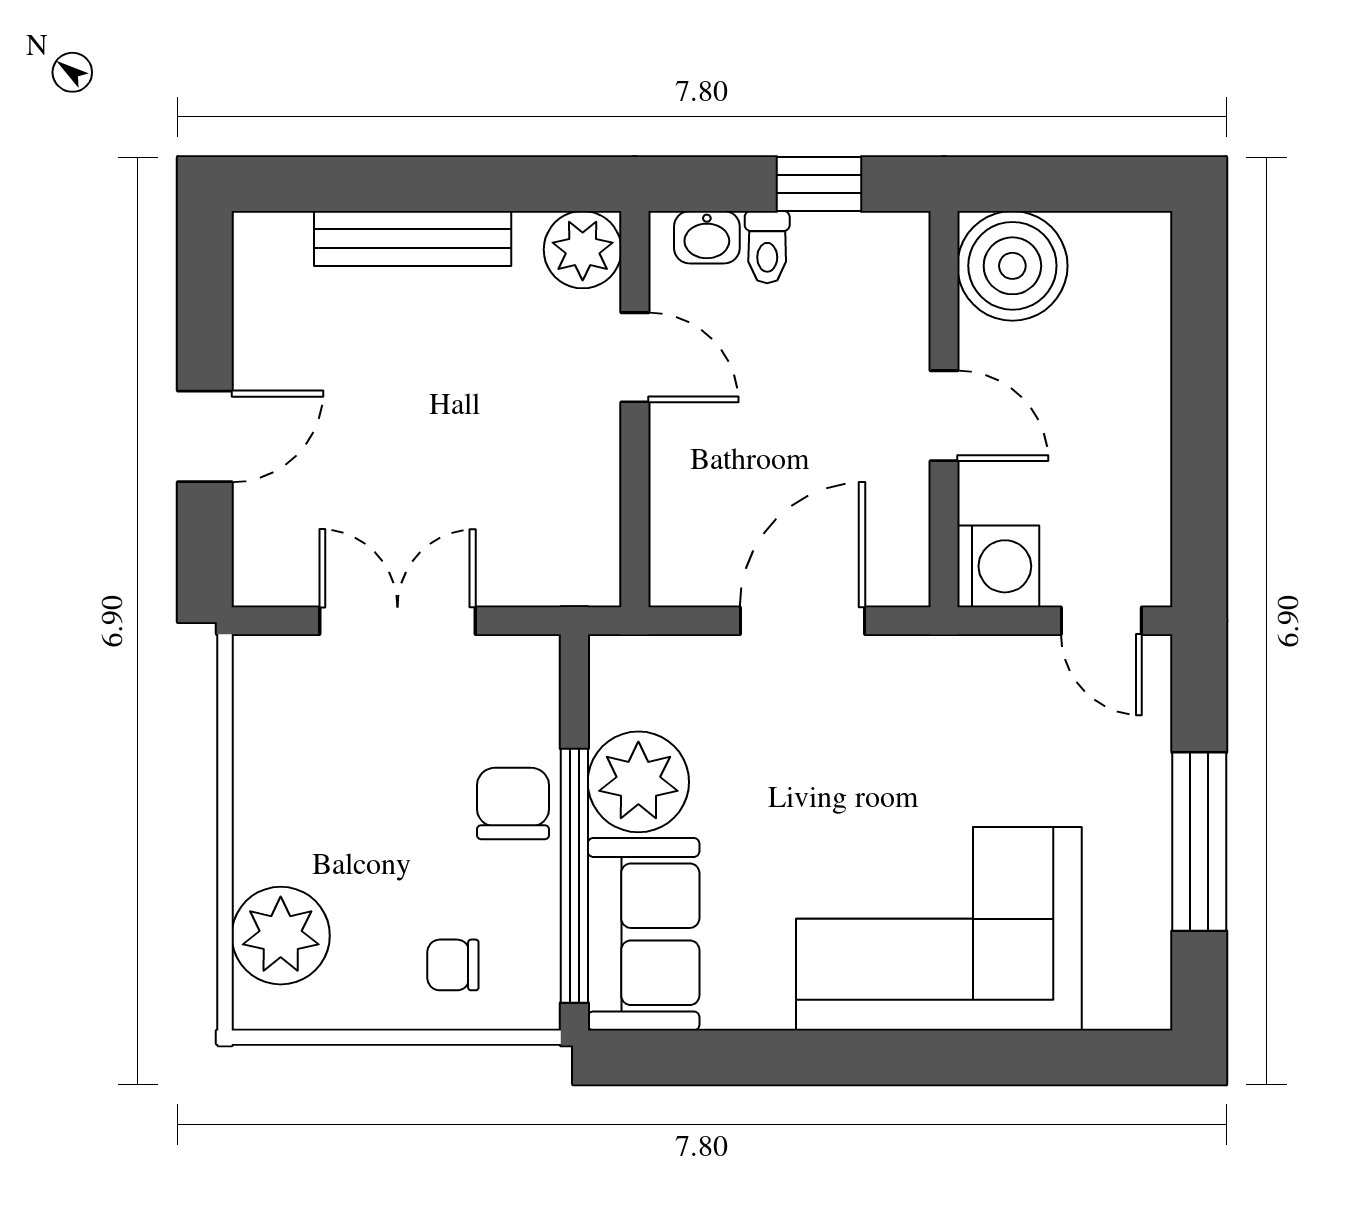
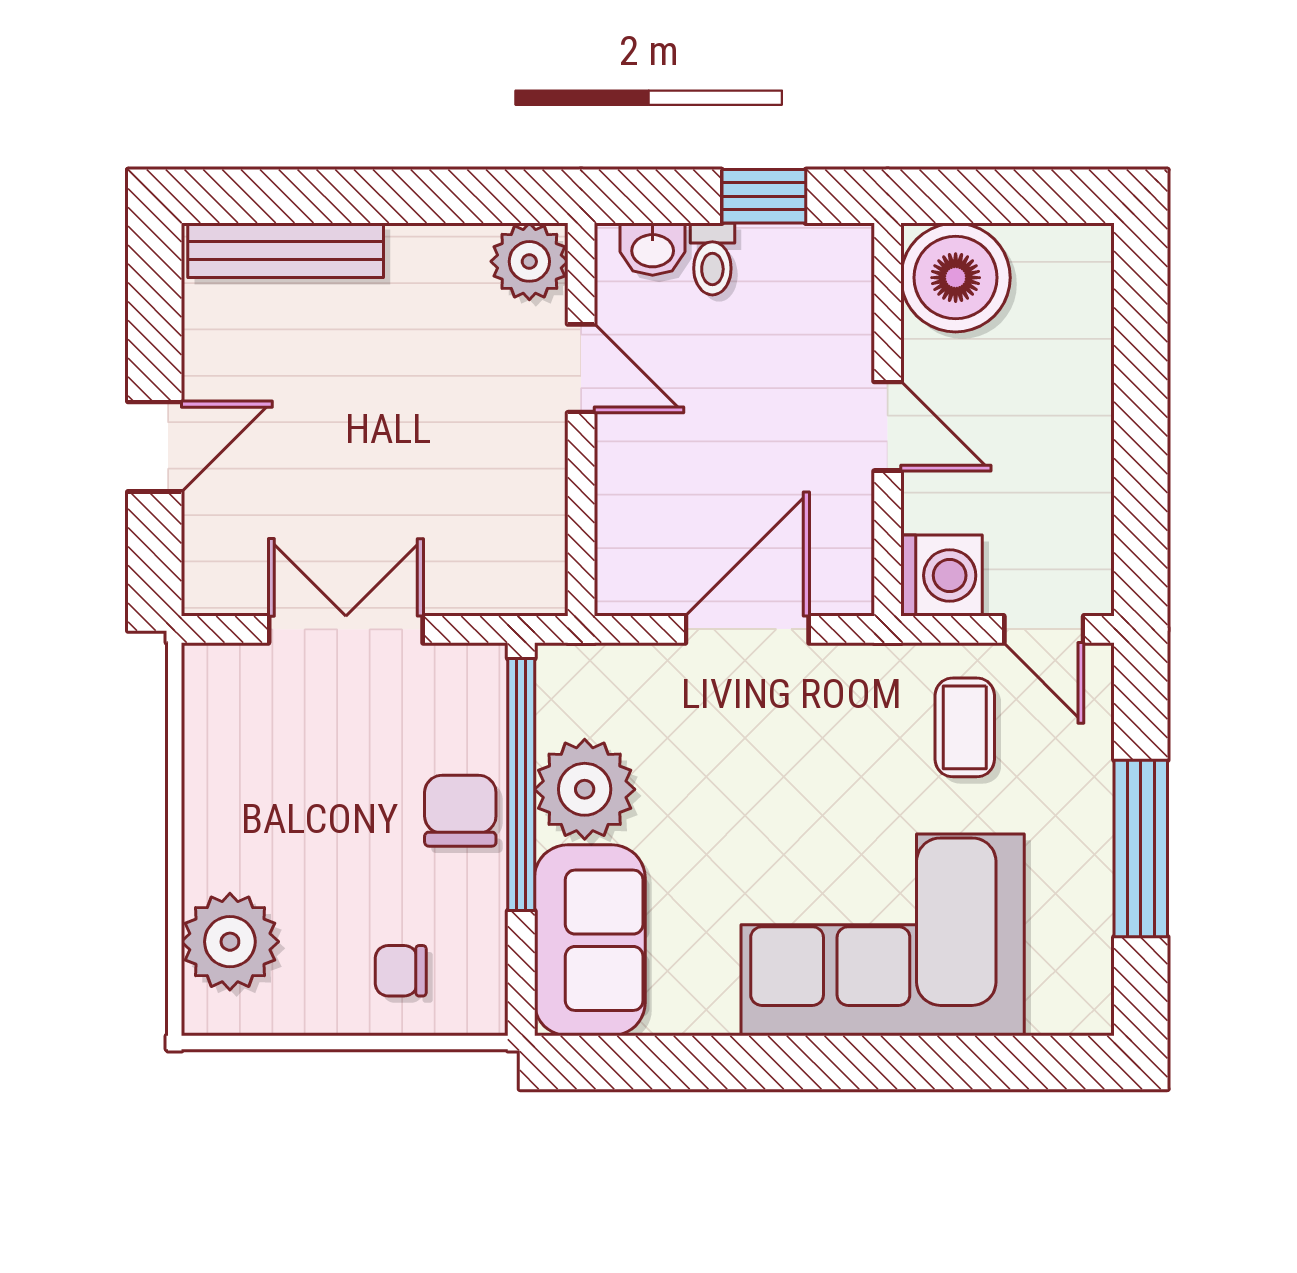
bench: (413, 238) -> (286, 250), moved
coffee table: (1022, 720) -> (965, 727), added
window: (574, 876) -> (521, 785), moved

